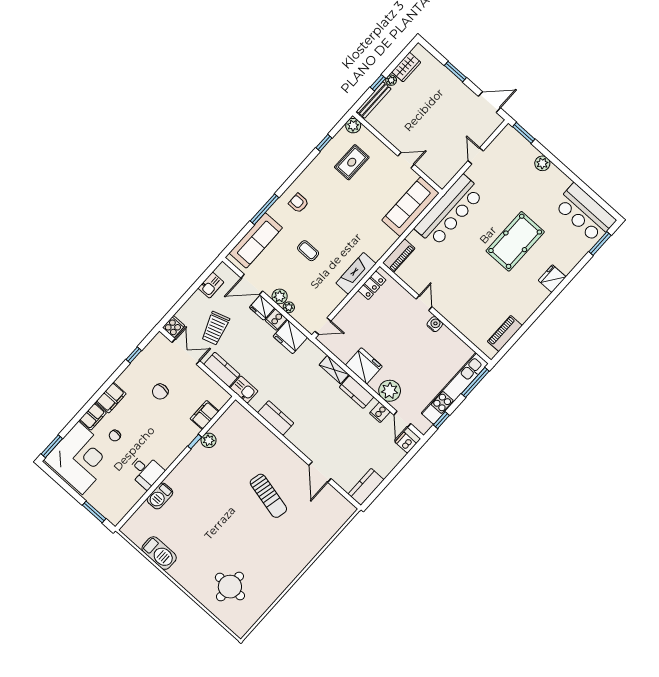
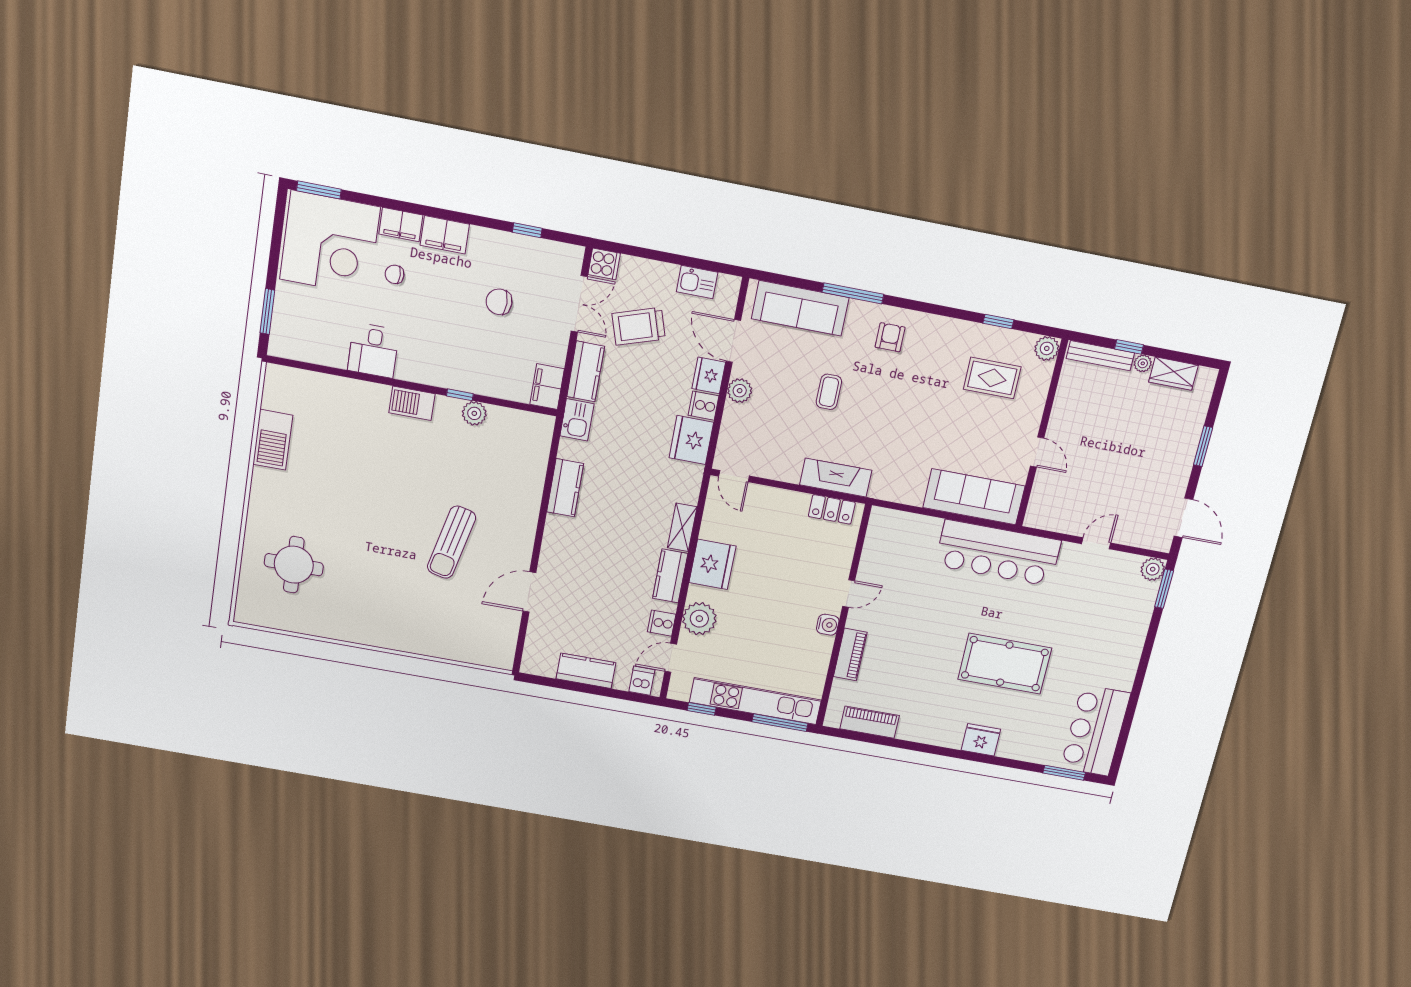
plant: (542, 163) -> (1153, 569), moved
piano: (399, 256) -> (850, 654), moved, turned -90
plant: (289, 307) -> (732, 413), removed
filing cabinet: (205, 415) -> (547, 387), moved, turned -90
kitchen counter: (366, 487) -> (586, 671), moved
barbecue: (160, 496) -> (412, 403), moved

